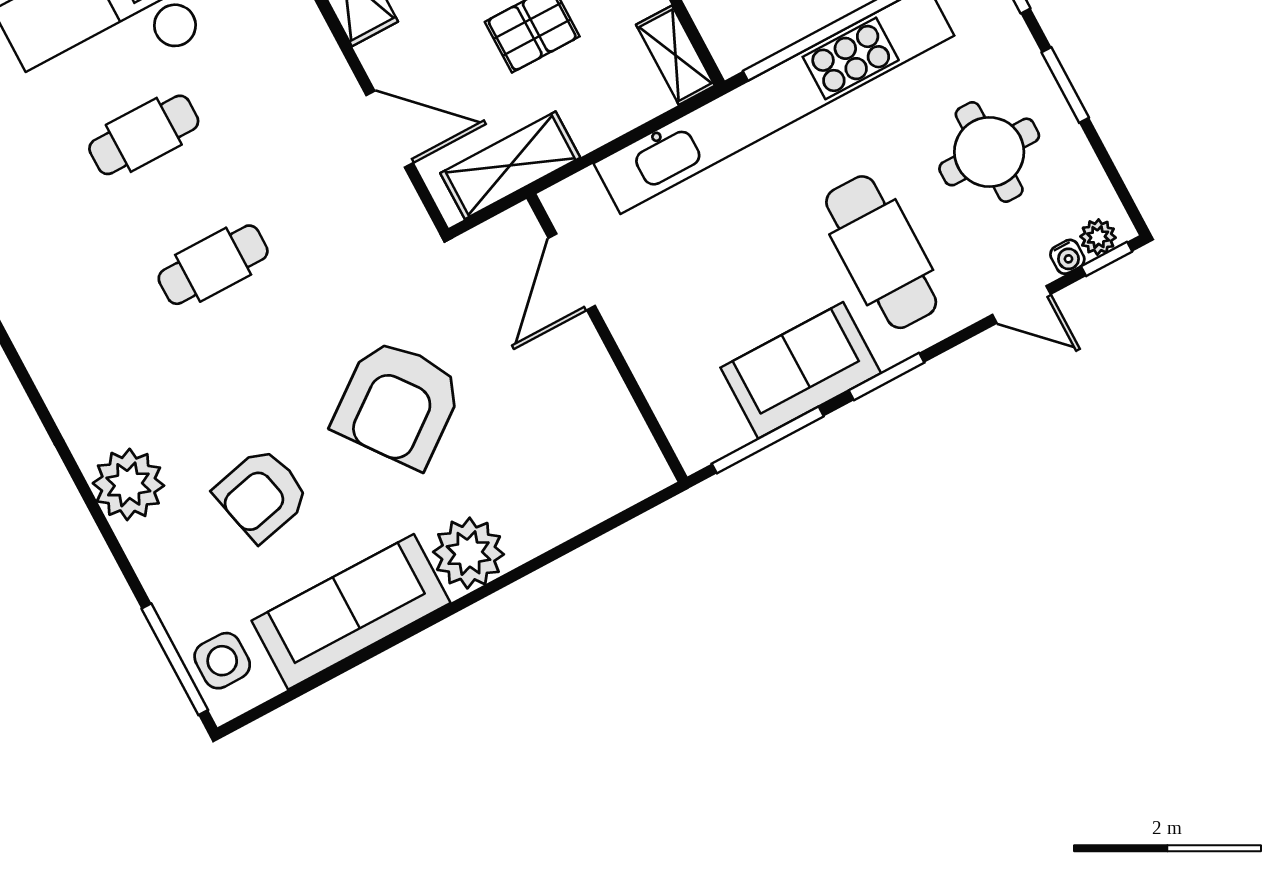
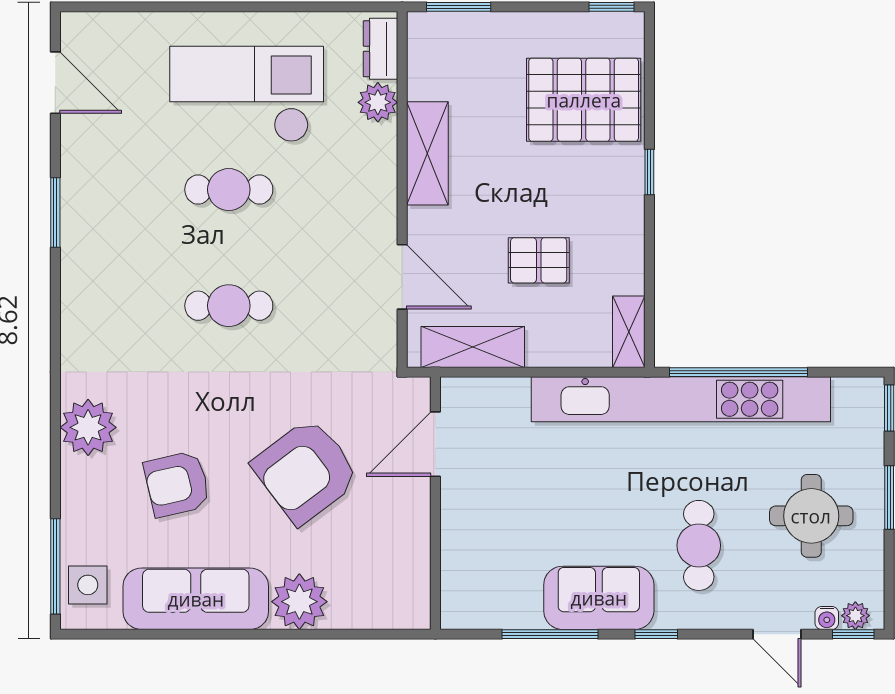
cafe table: (881, 252) -> (699, 545), width x0.73, depth x0.74
door: (572, 272) -> (435, 444), moved
wall: (607, 338) -> (435, 503), moved
window: (886, 377) -> (656, 634), width x0.67

